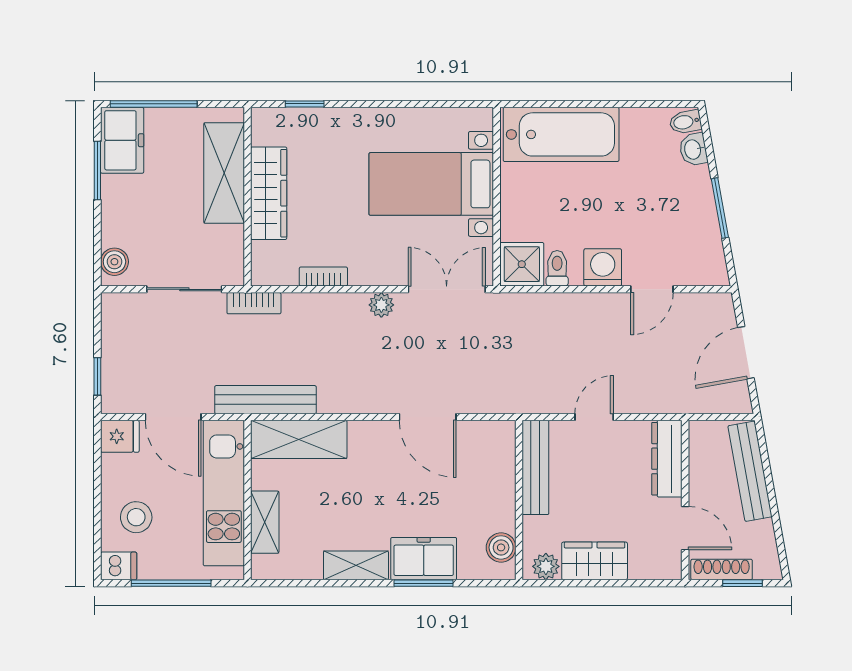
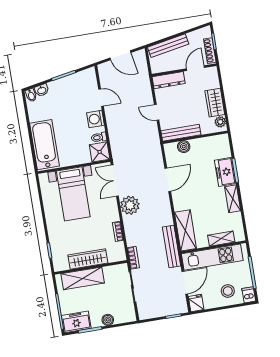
boiler: (114, 262) -> (108, 320), moved
plant: (381, 305) -> (130, 205), width x1.88, depth x1.88
boiler: (501, 547) -> (184, 147), moved

